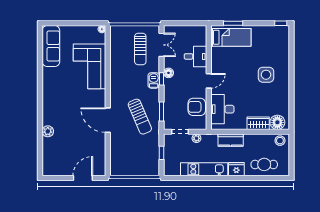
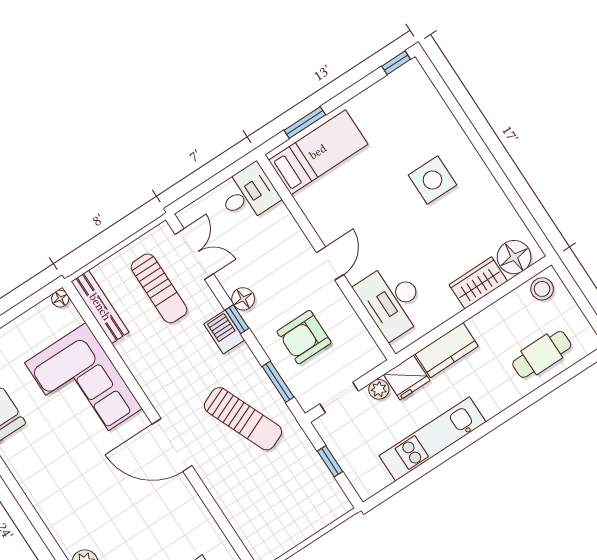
bench: (114, 42) -> (100, 307), added
desk: (195, 56) -> (248, 194), moved
armchair: (197, 107) -> (304, 337), moved
door: (108, 120) -> (172, 445), moved
fridge: (236, 169) -> (407, 377), moved, turned 180

